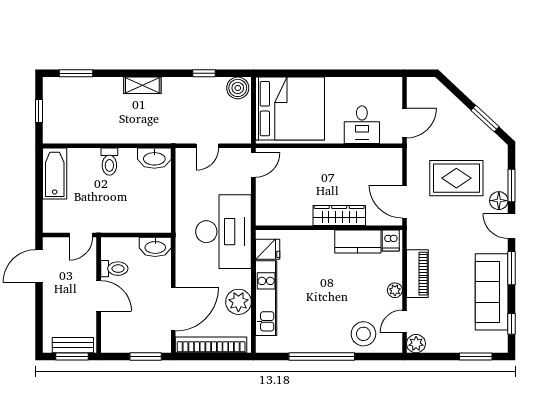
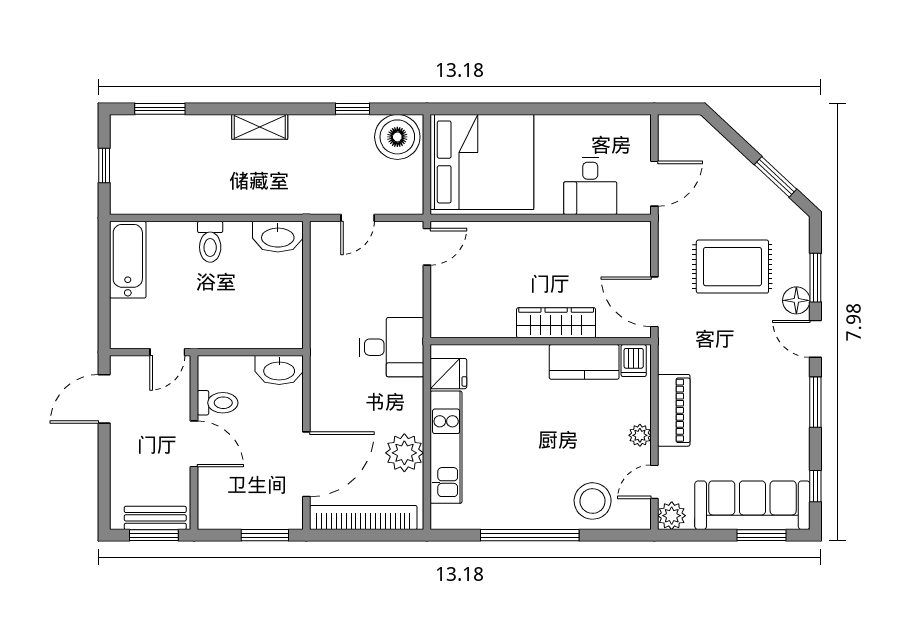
boiler: (238, 88) -> (397, 137), width x1.37, depth x1.37
desk: (224, 232) -> (392, 347), width x0.53, depth x0.77
sofa: (492, 292) -> (752, 505), moved, turned 90

